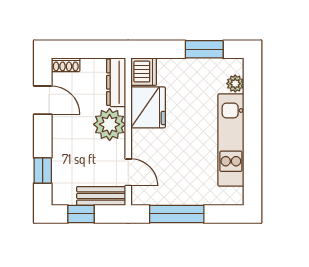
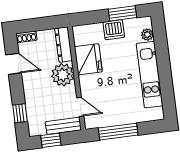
dishwasher: (144, 72) -> (114, 30), moved, turned 90

